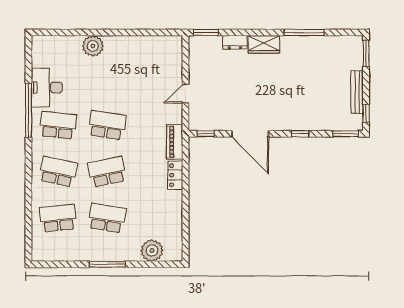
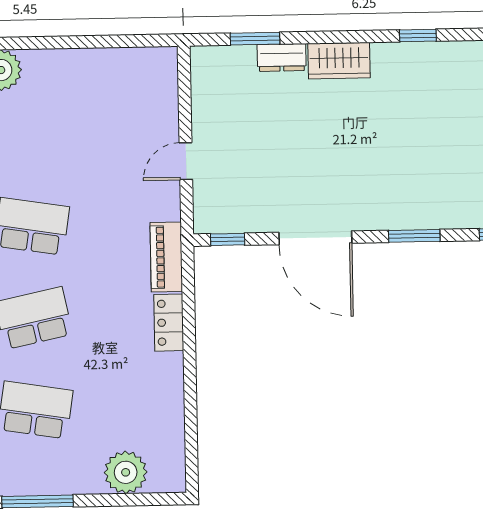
window: (206, 32) -> (255, 39), moved
window: (304, 32) -> (418, 36), width x0.46
window: (300, 134) -> (414, 236), width x1.50

